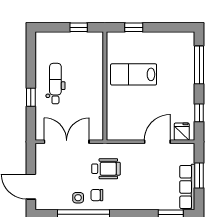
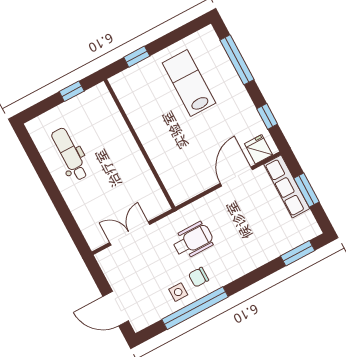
lab bench: (134, 74) -> (189, 83), moved, turned 90
dental chair: (55, 84) -> (70, 154), moved
window: (31, 97) -> (60, 204), removed
double door: (67, 142) -> (130, 233), width x0.73
row of seats: (187, 187) -> (287, 186), moved

